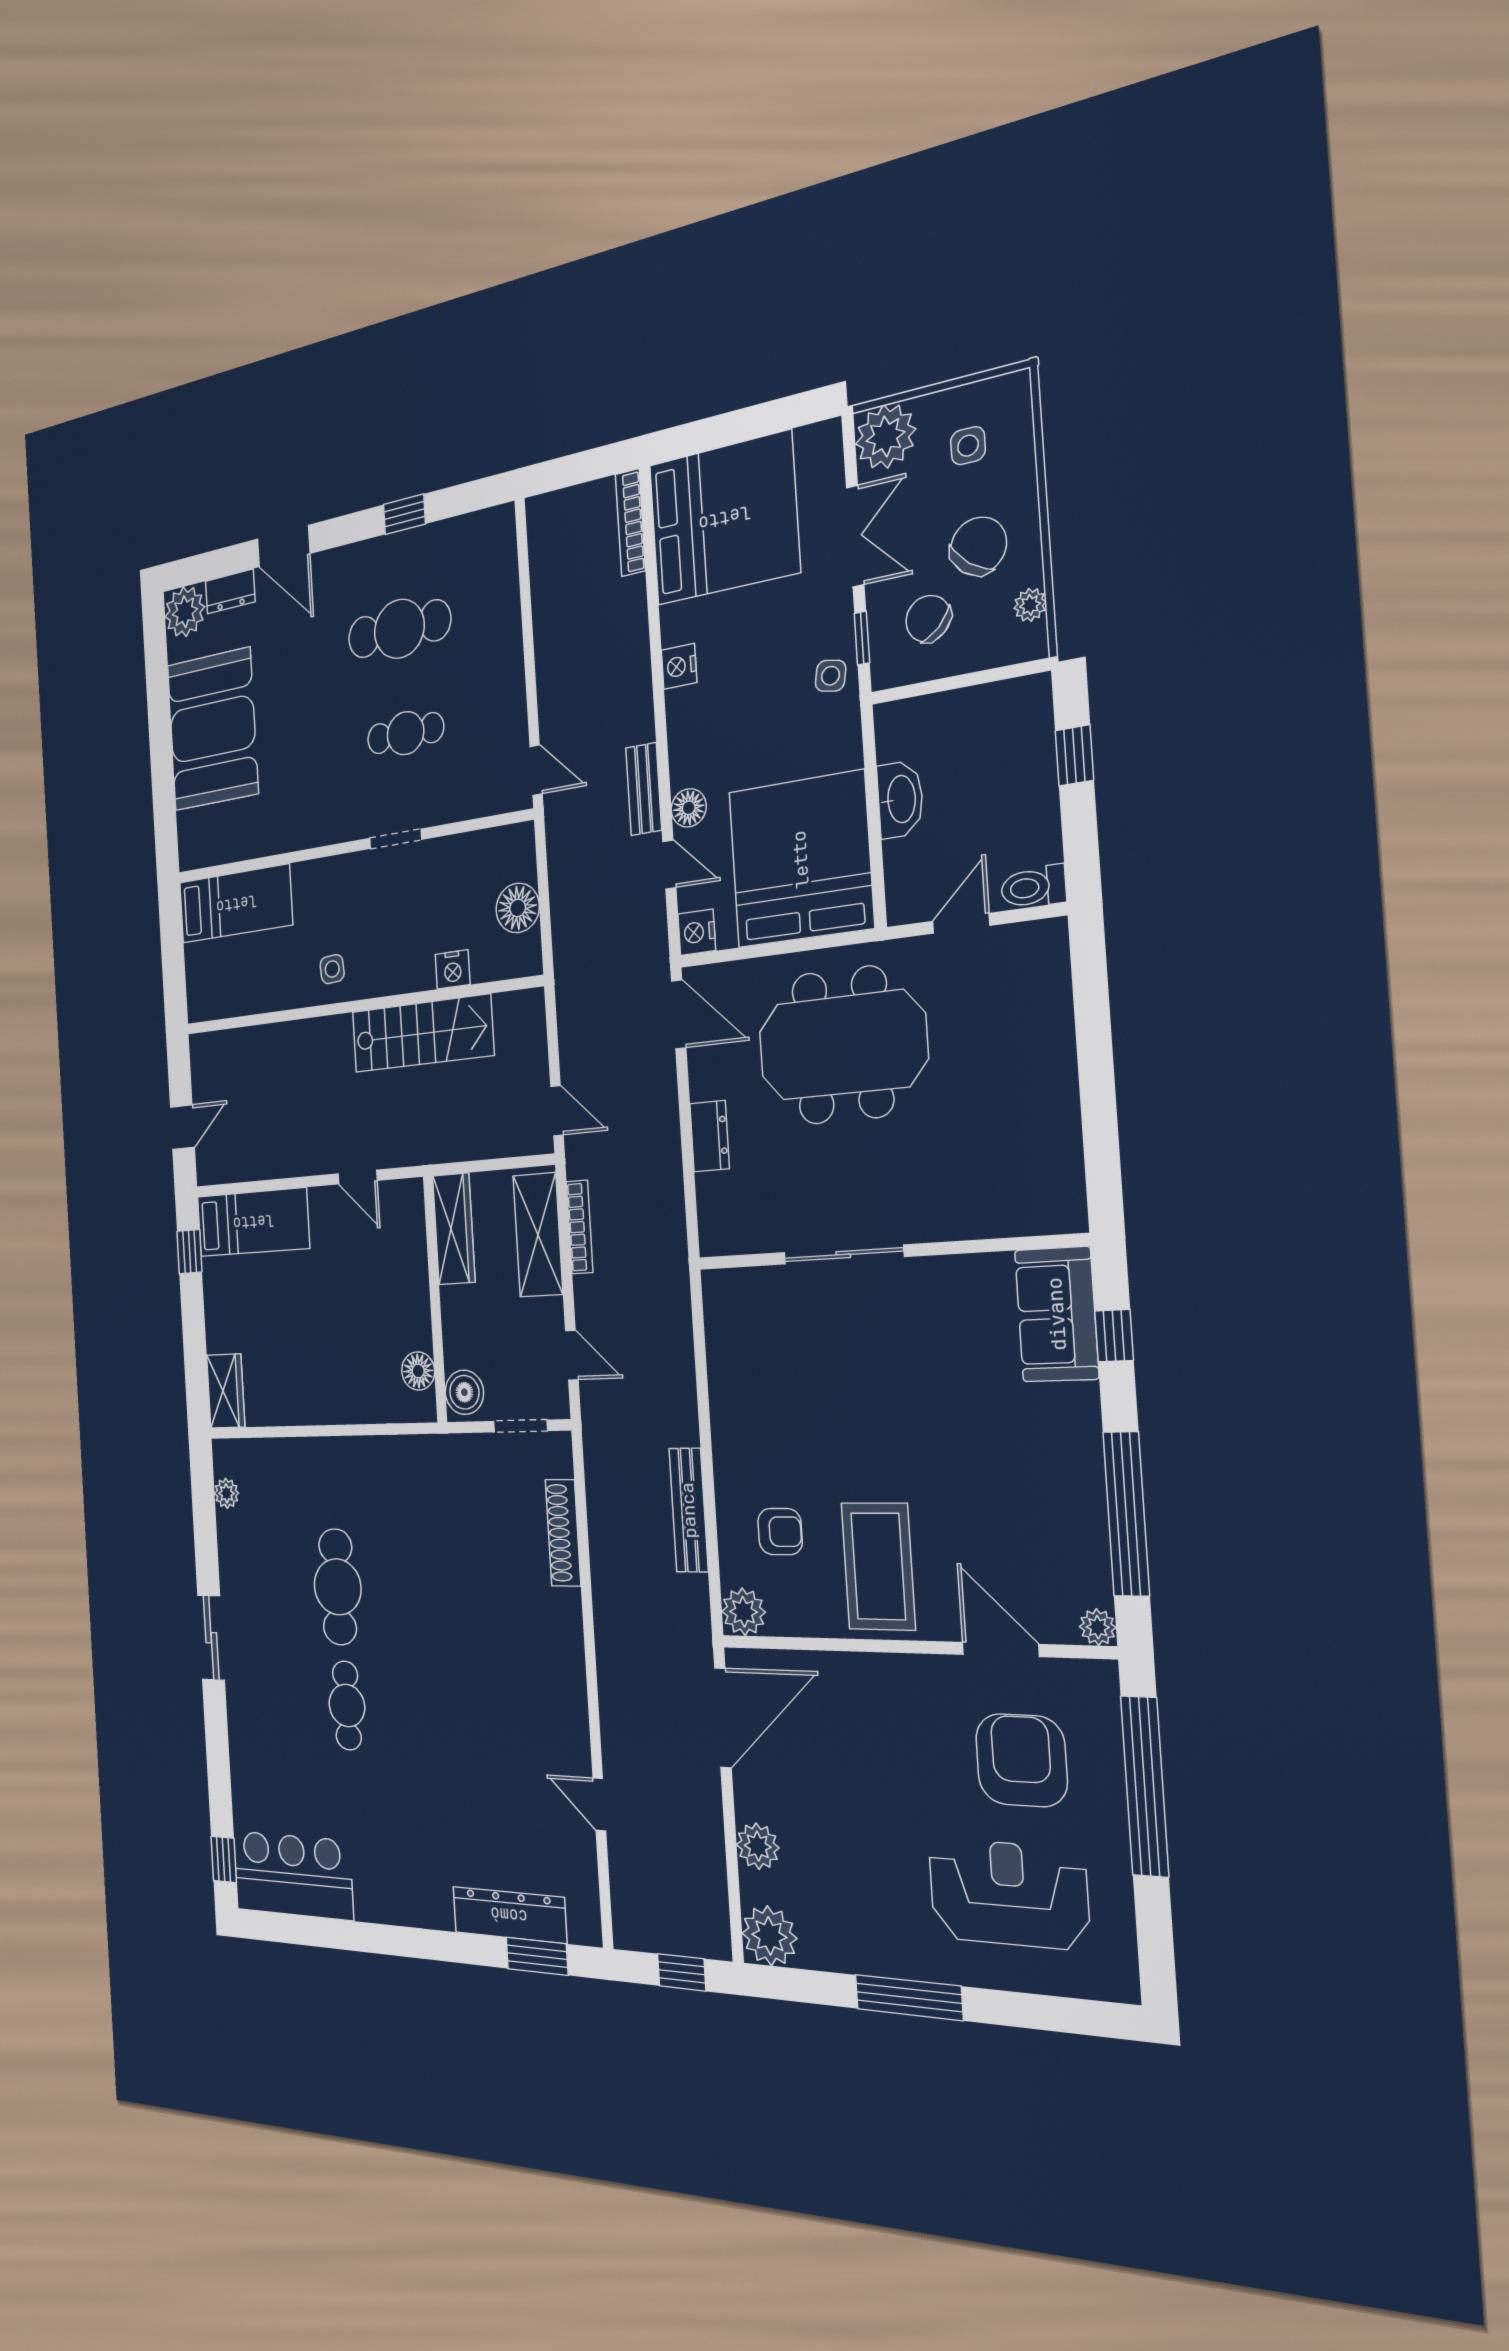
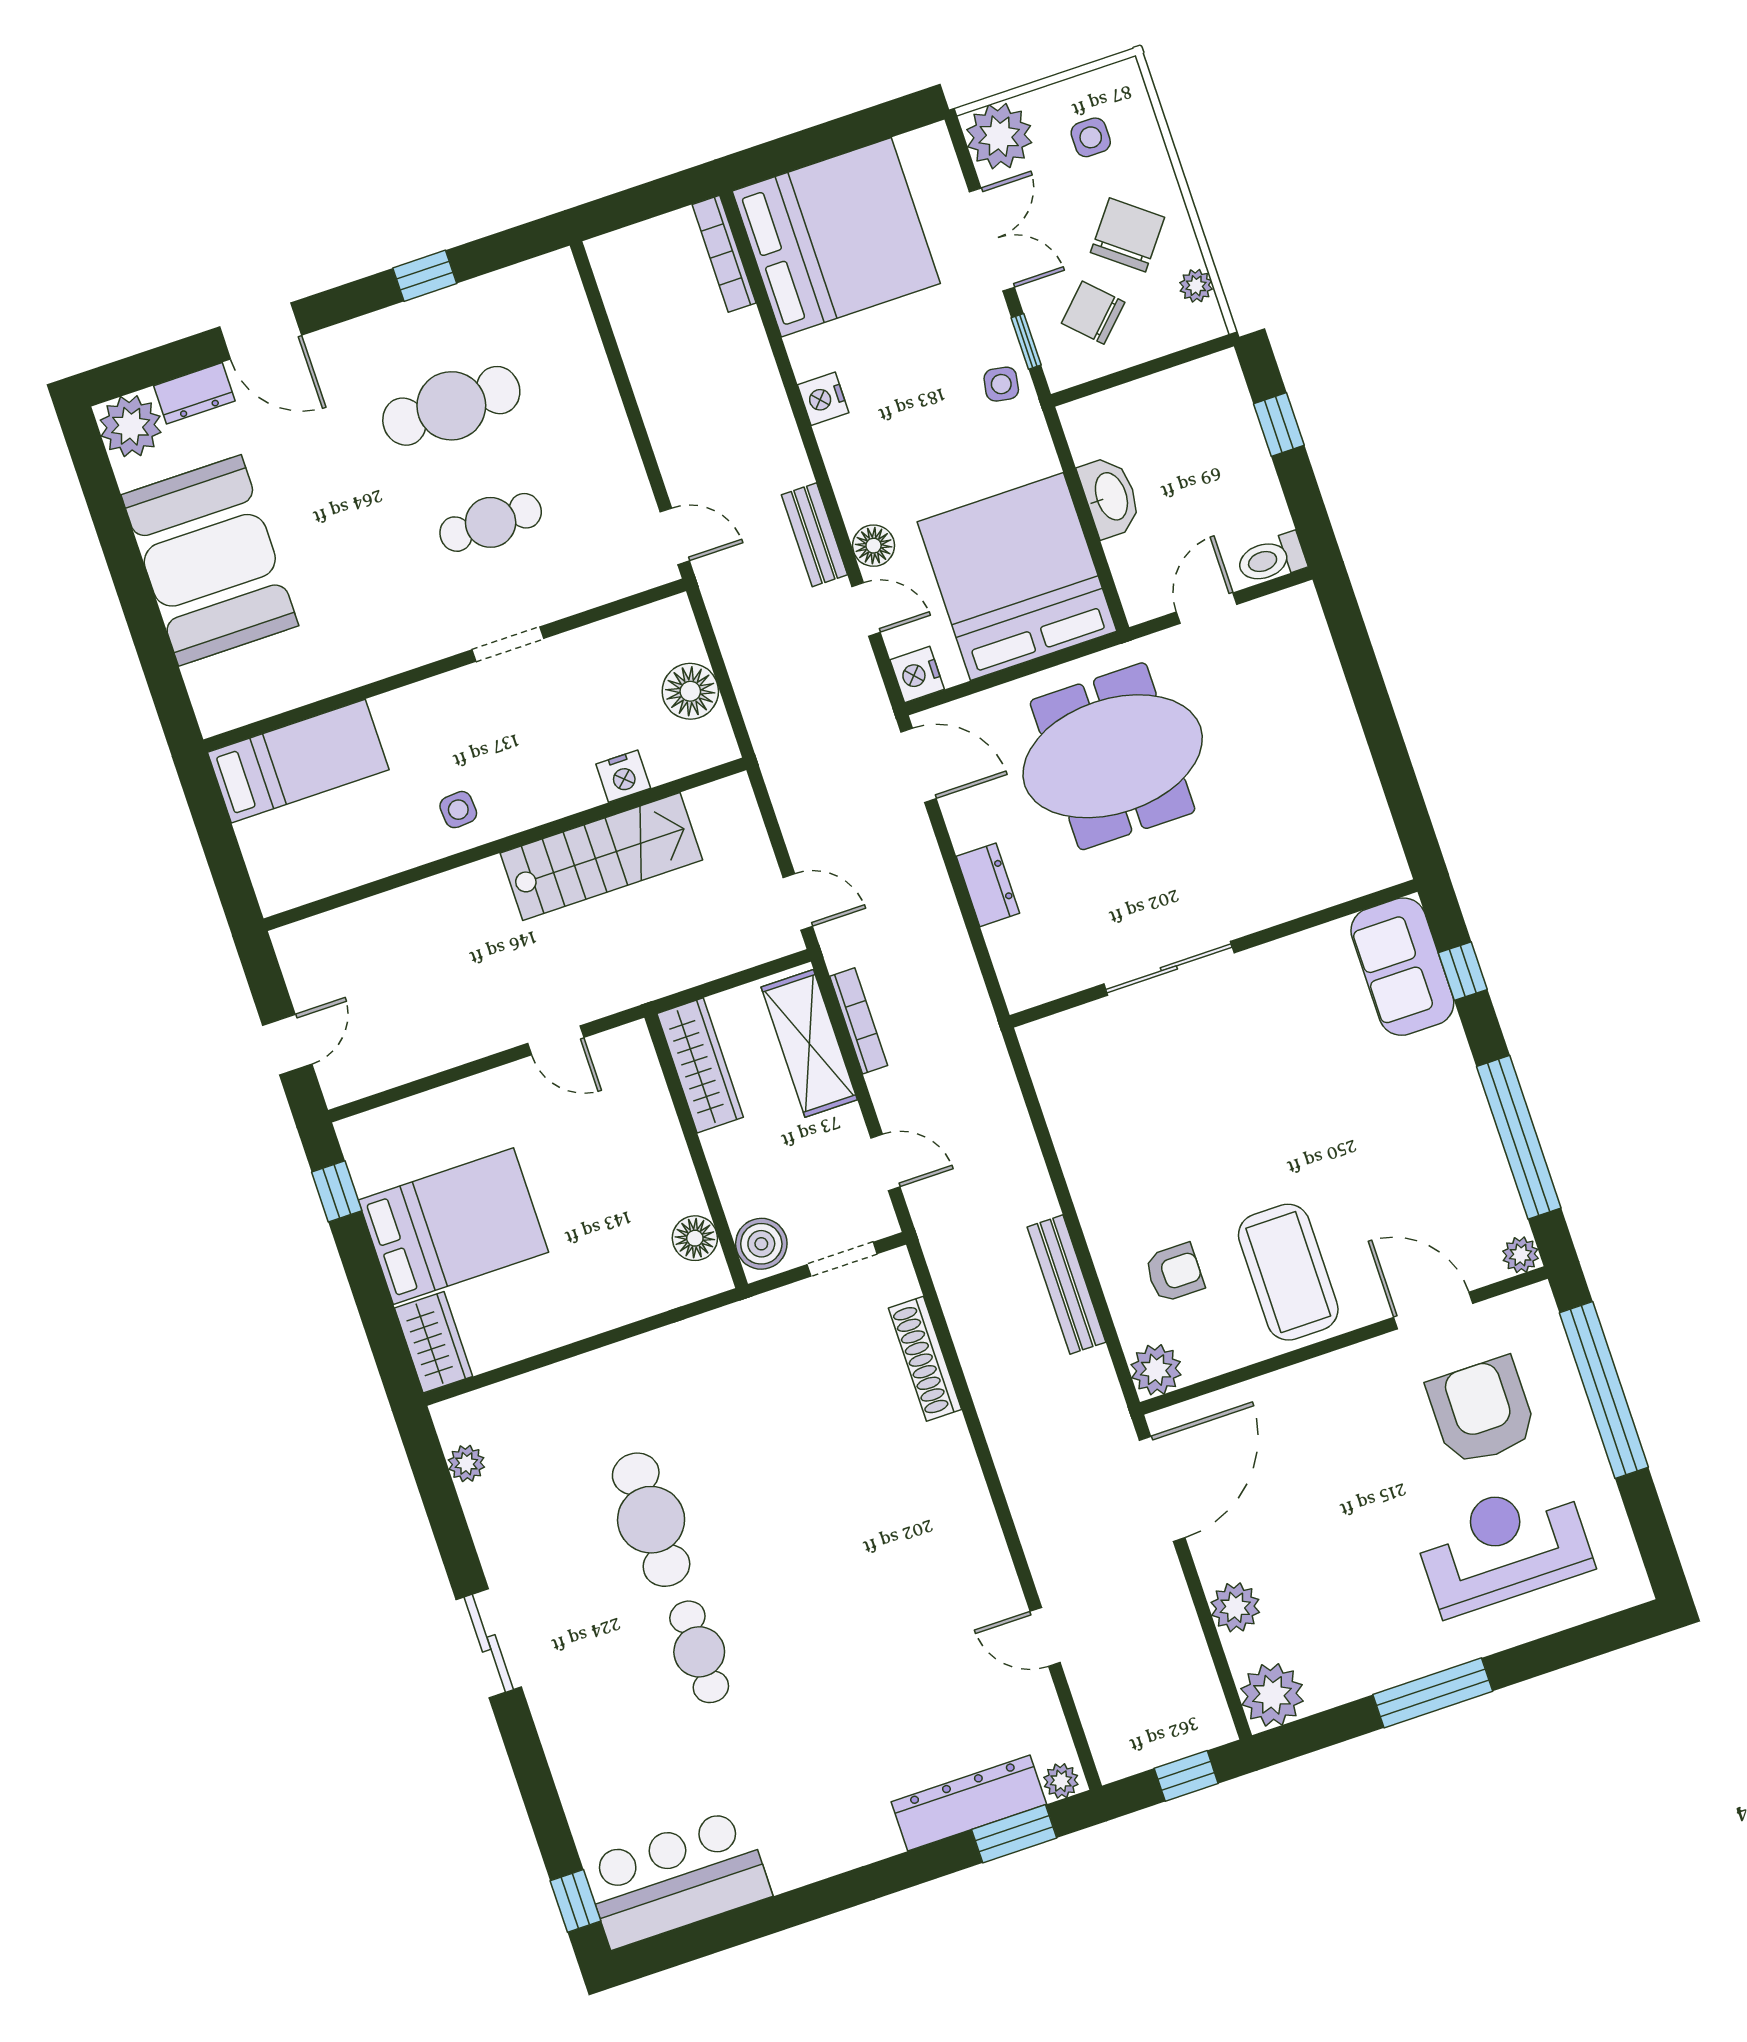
bed: (253, 1222) -> (453, 1226), moved, width x1.50
plant: (583, 1930) -> (1061, 1781), added

